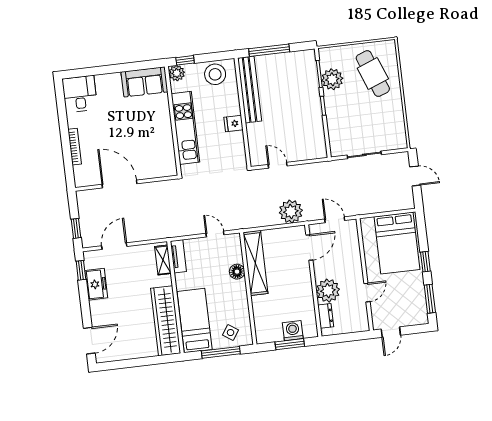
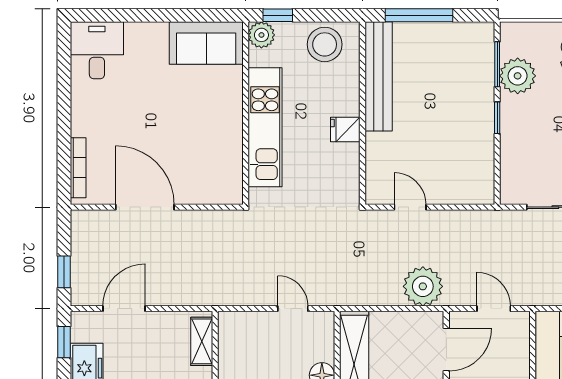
bookcase: (75, 147) -> (78, 168), moved
tv unit: (178, 256) -> (228, 338), removed

